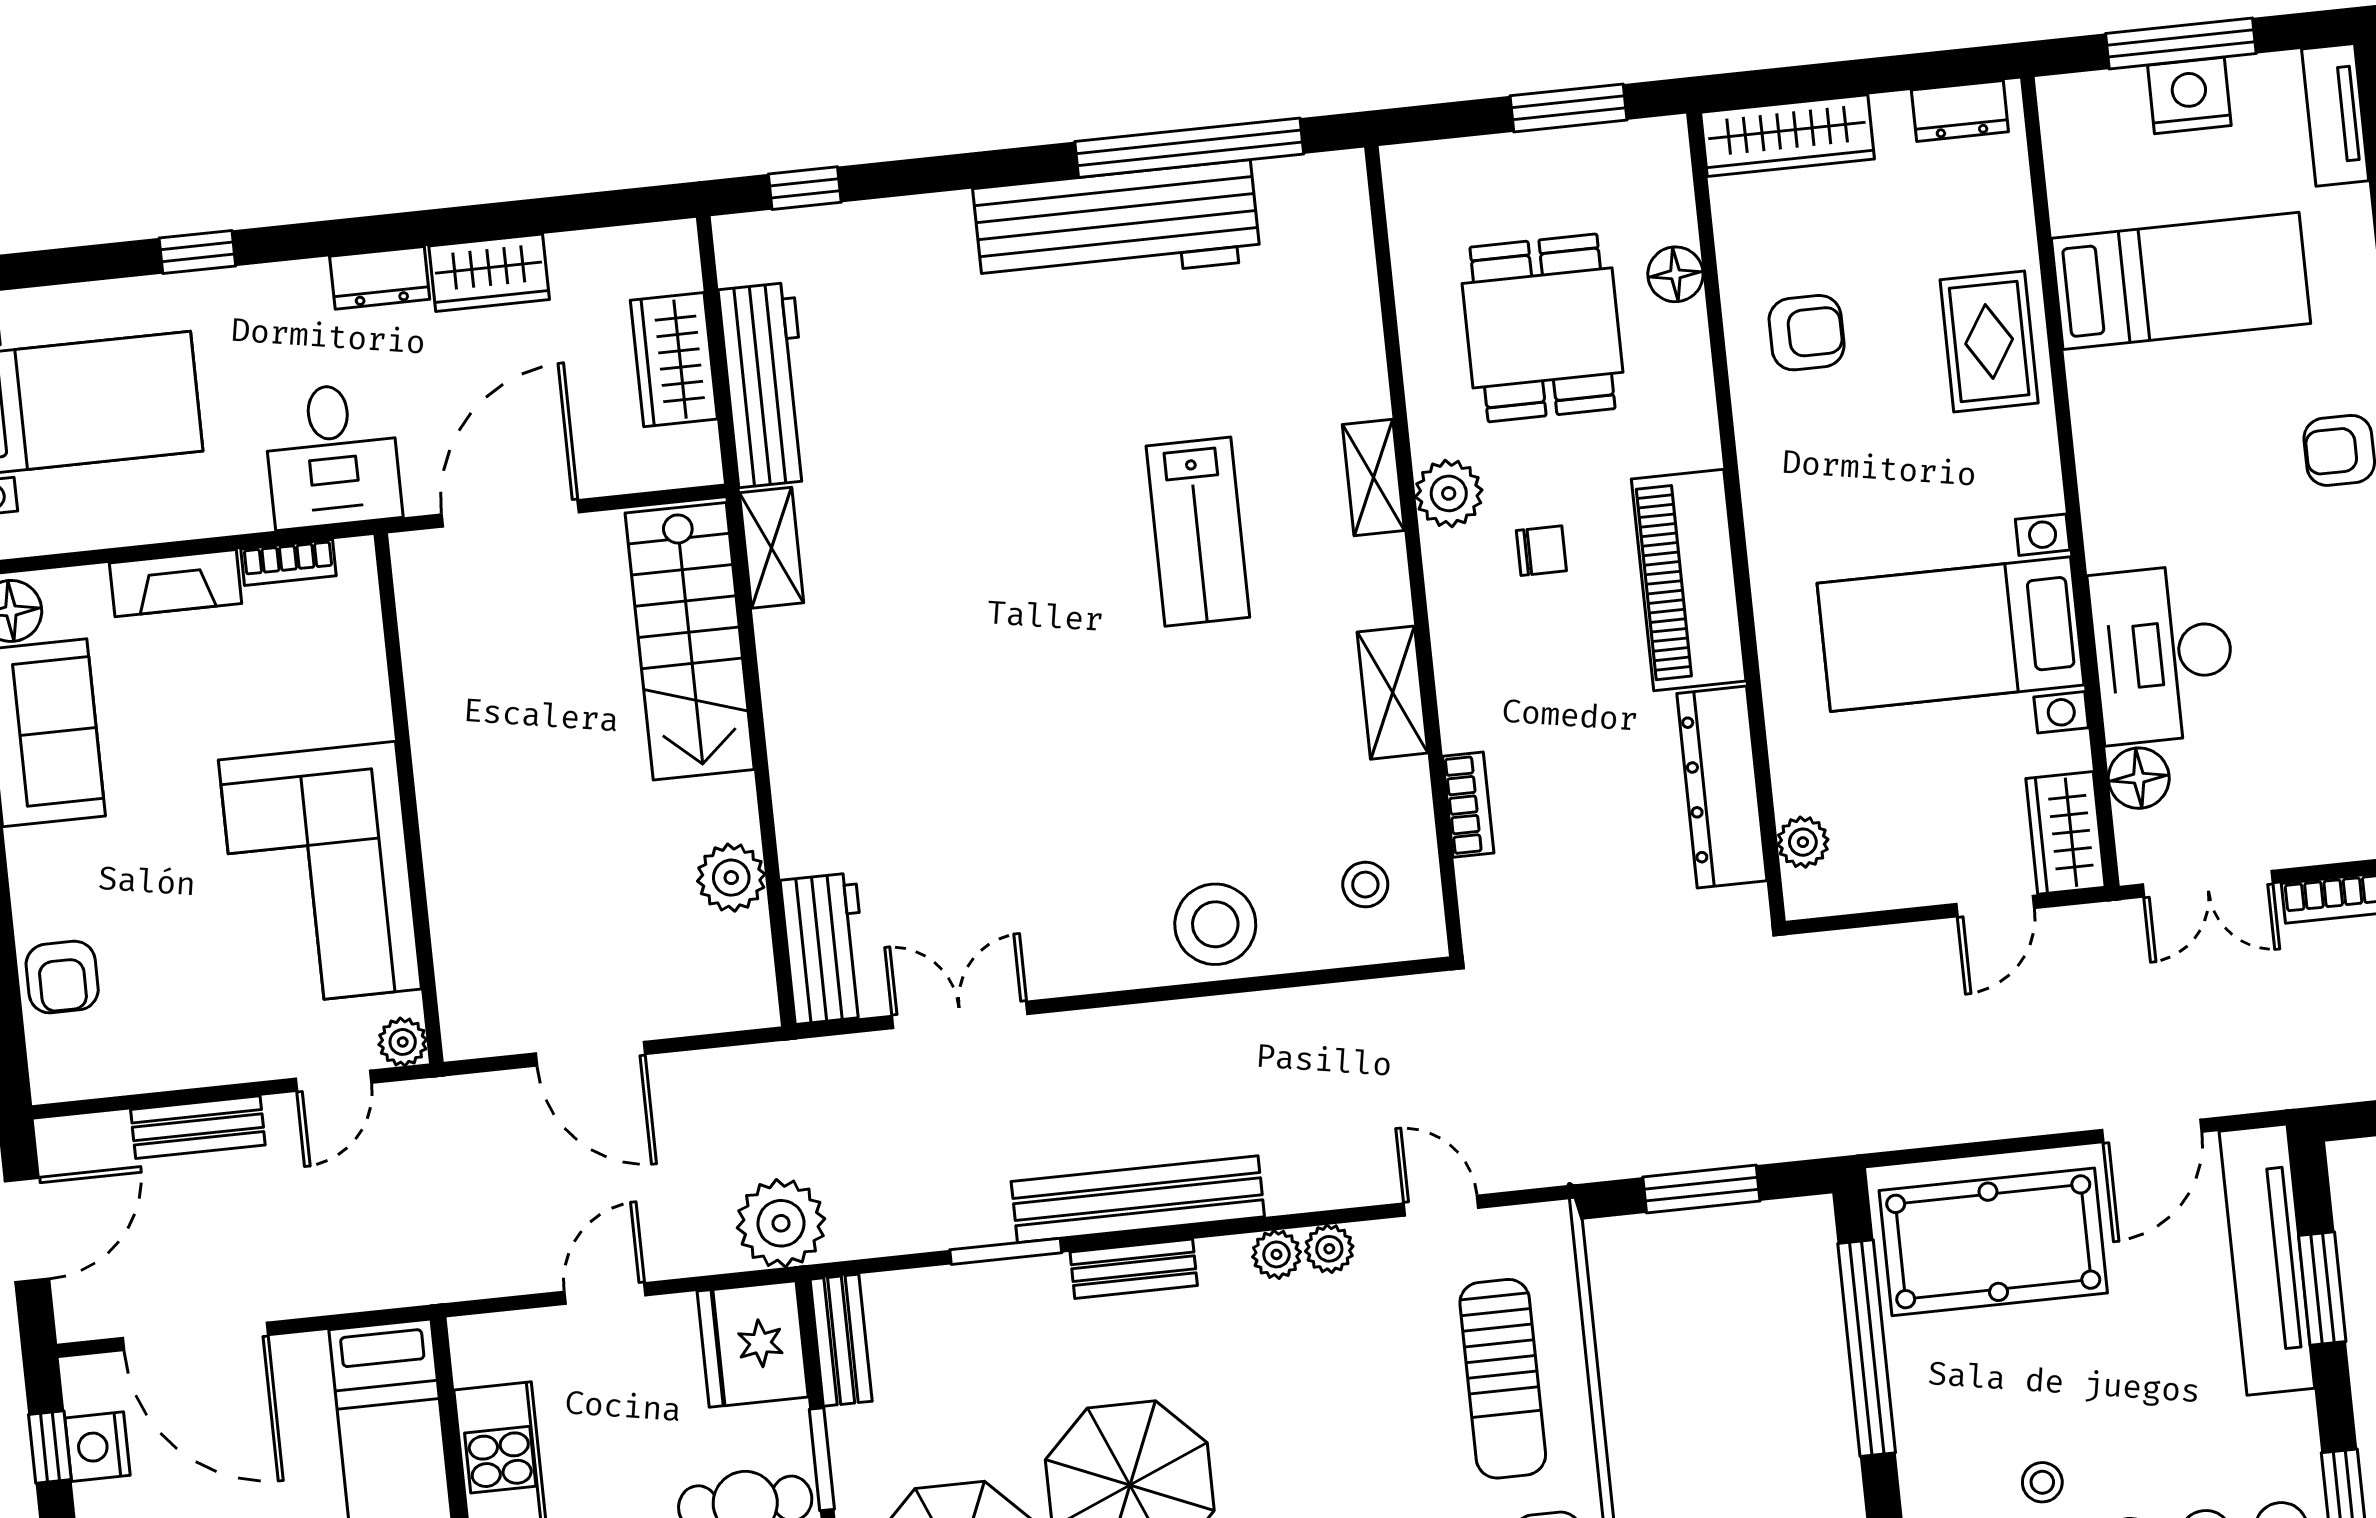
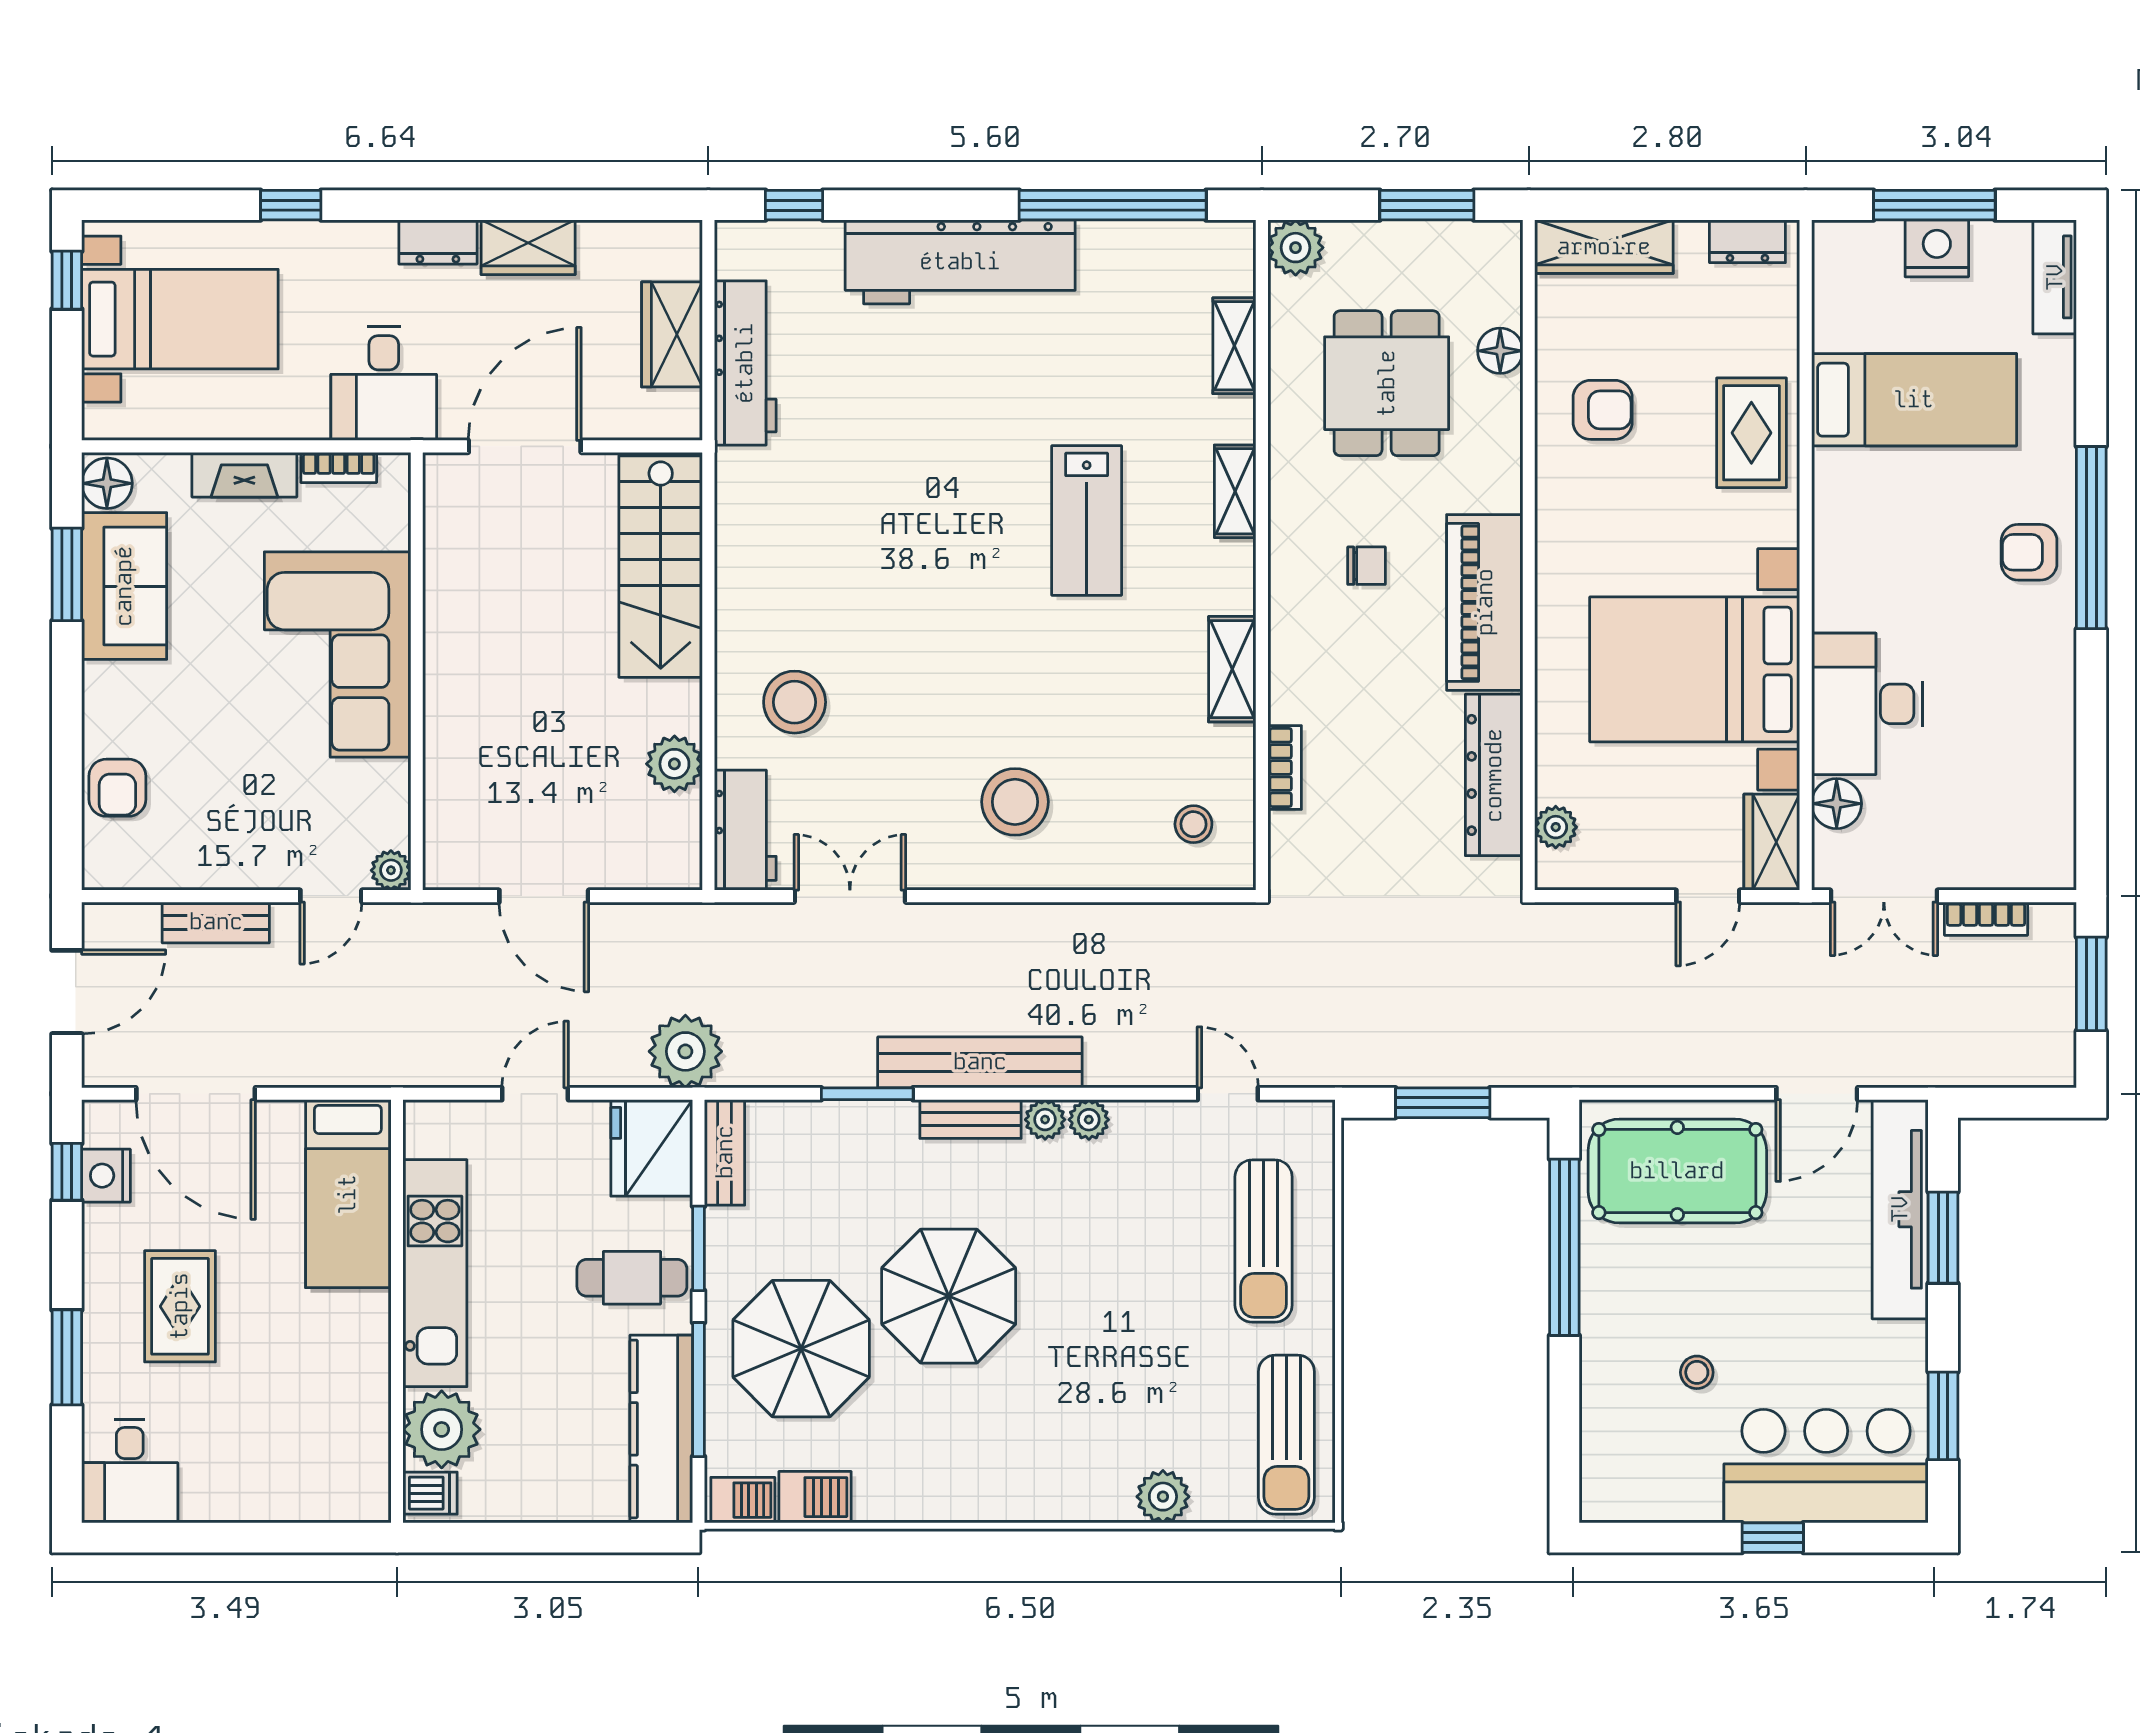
workbench: (1117, 225) -> (960, 262), moved
plant: (1449, 493) -> (1296, 248), moved
shelving: (772, 548) -> (1234, 346), moved
bed with nightstands: (1951, 634) -> (1695, 669), width x1.36
stool: (868, 788) -> (795, 702), added
corner sofa: (320, 874) -> (338, 654), moved
stool: (1215, 924) -> (1015, 802), moved
plant: (1329, 1249) -> (1045, 1120), moved

